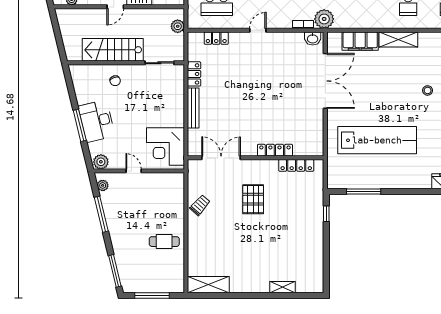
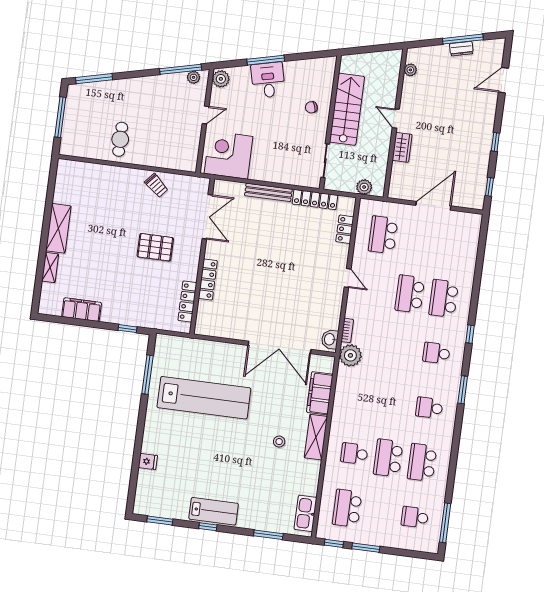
locker: (194, 74) -> (315, 200), width x1.53
stool: (428, 90) -> (279, 442), moved
desk: (97, 121) -> (268, 80), width x0.73
lab bench: (377, 140) -> (204, 398), turned -90
window: (101, 214) -> (181, 69), moved
filing cabinet: (315, 255) -> (82, 310), added
shelving: (208, 285) -> (58, 228), moved

